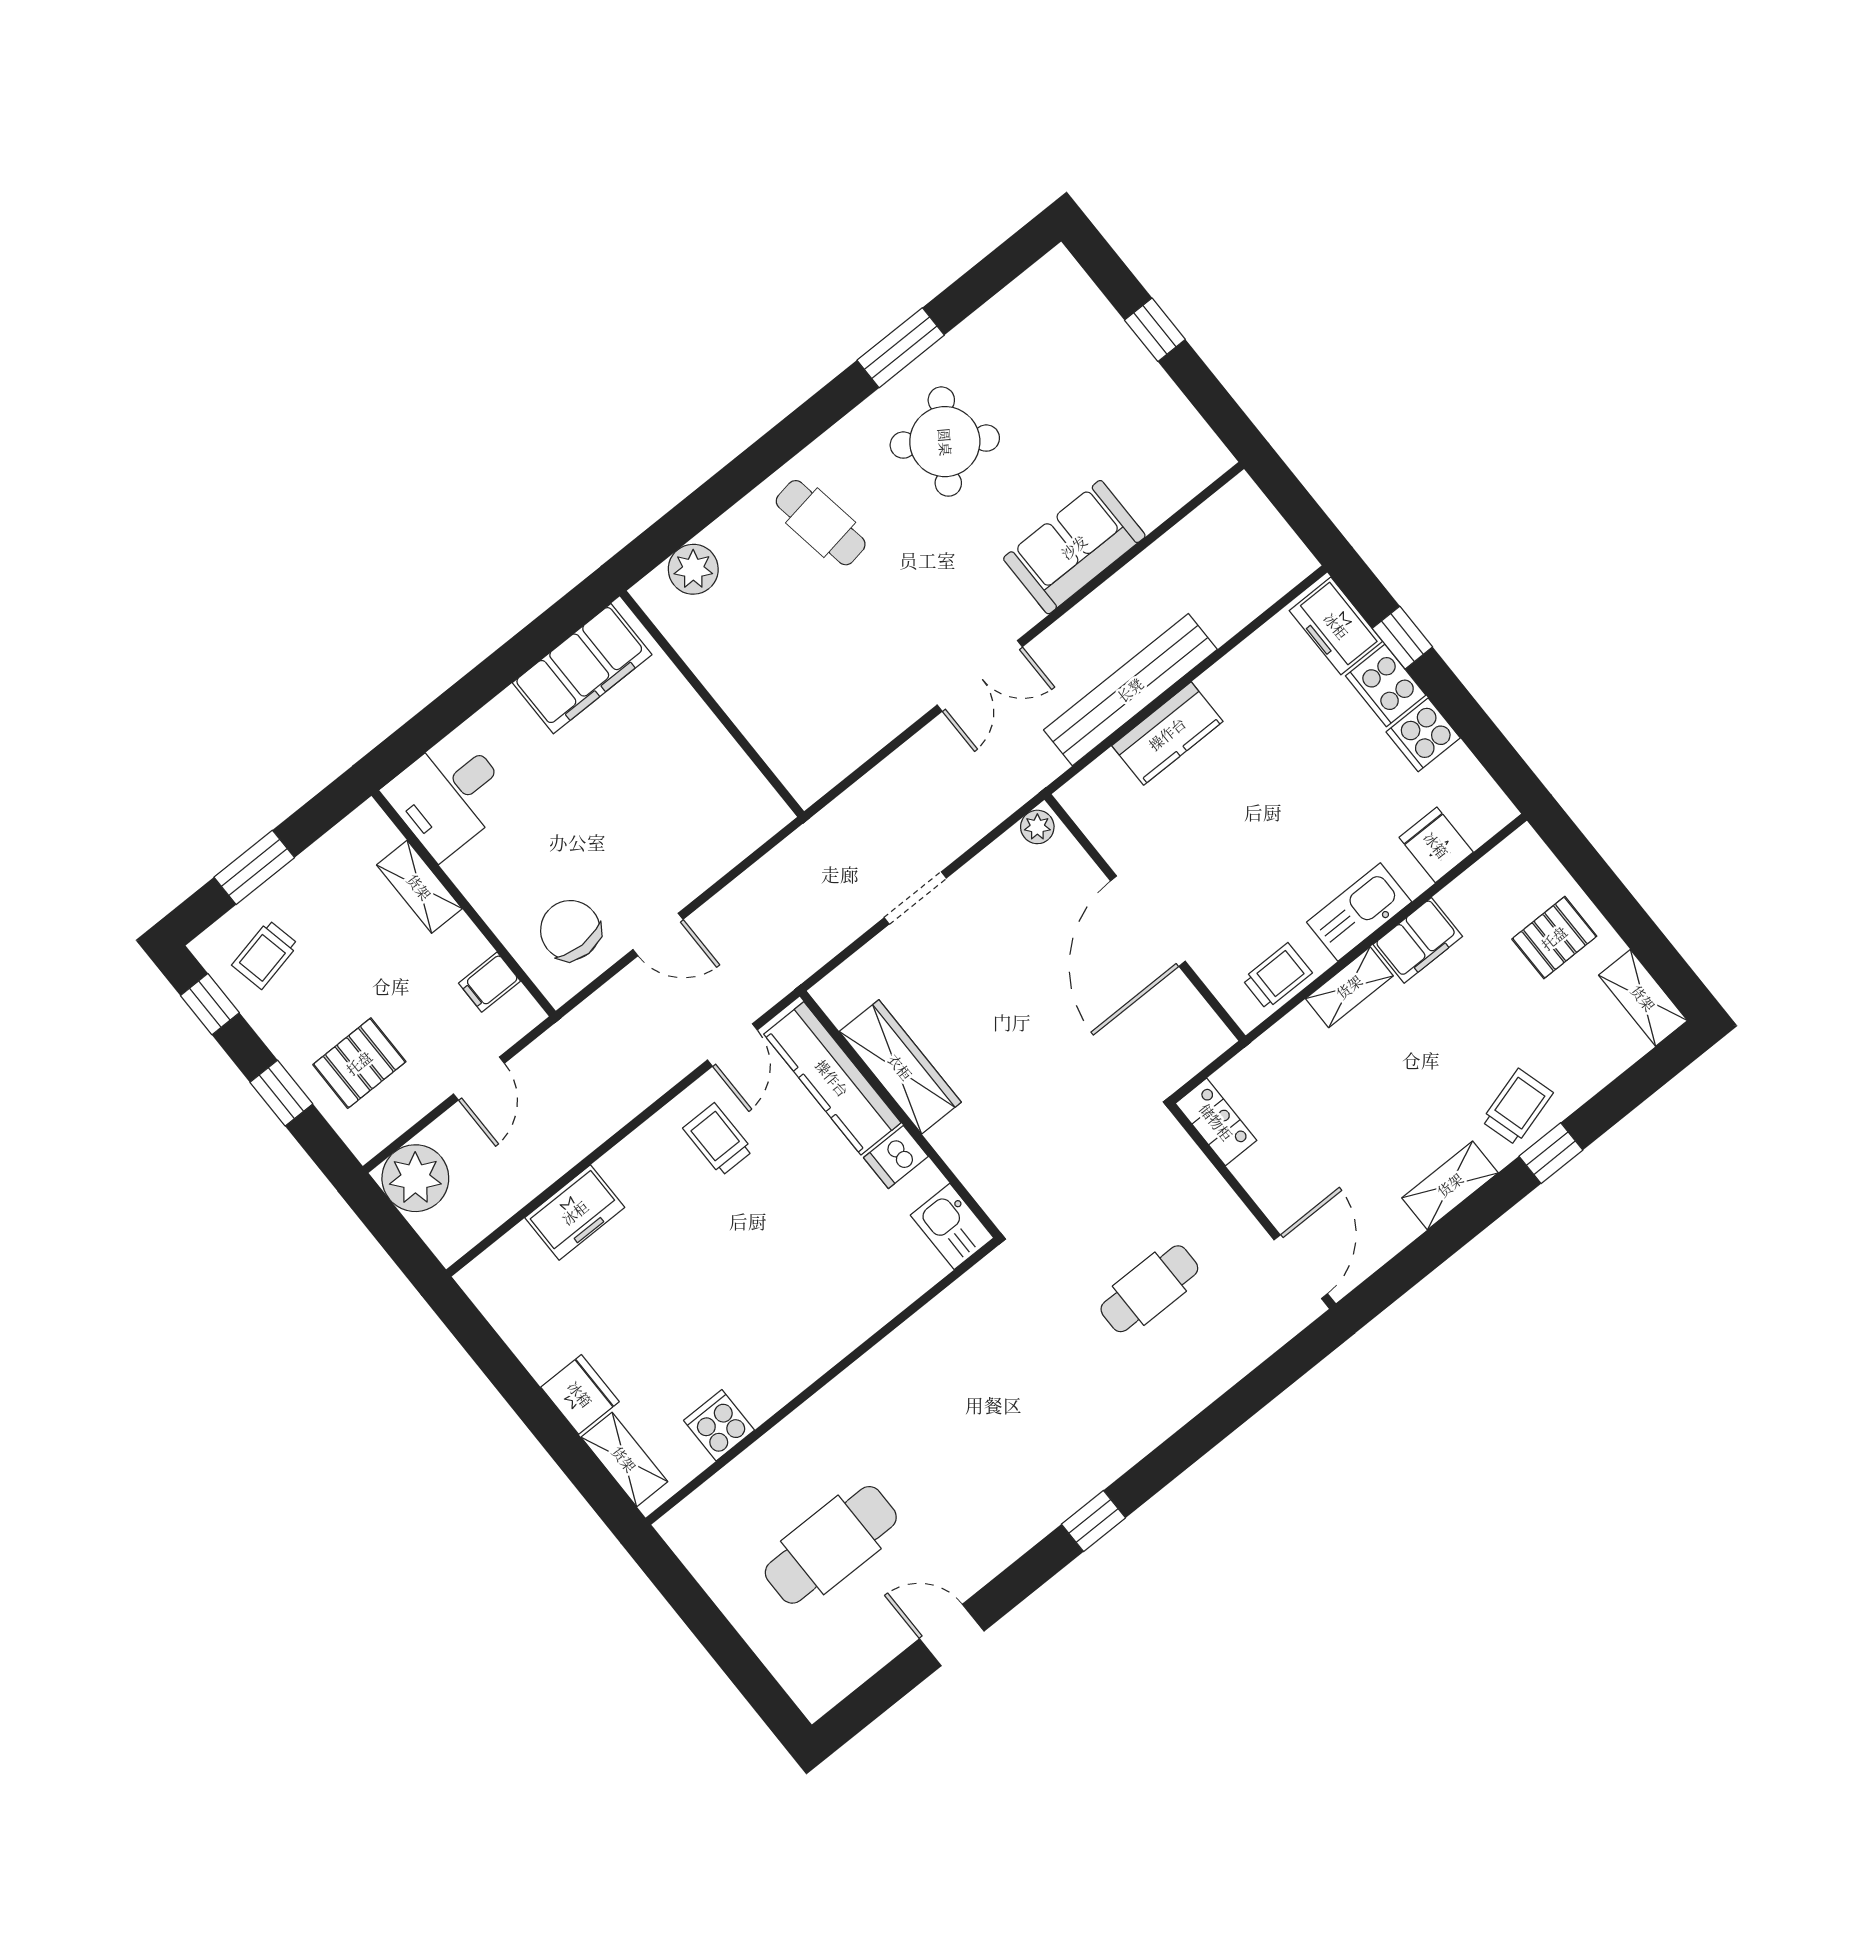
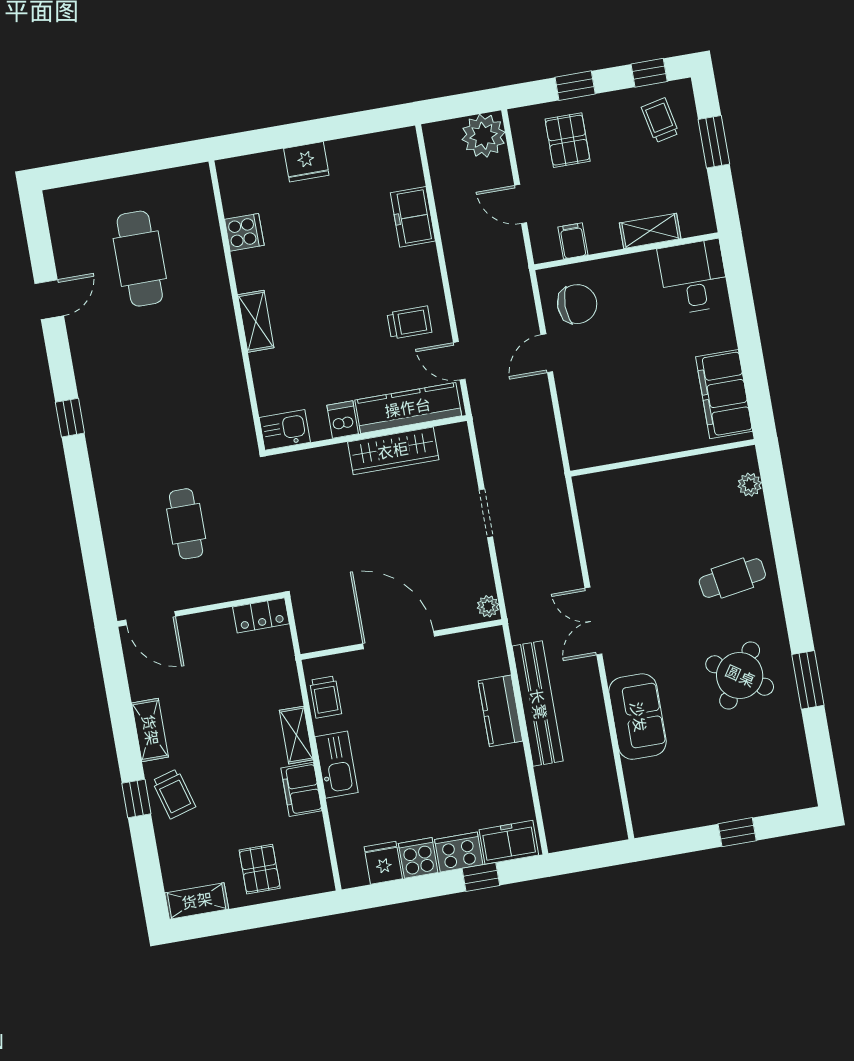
plant: (693, 569) -> (750, 485), width x0.73, depth x0.73
fridge: (1436, 845) -> (383, 863), moved, turned -90
shelving: (624, 1459) -> (256, 321), moved, turned 90

